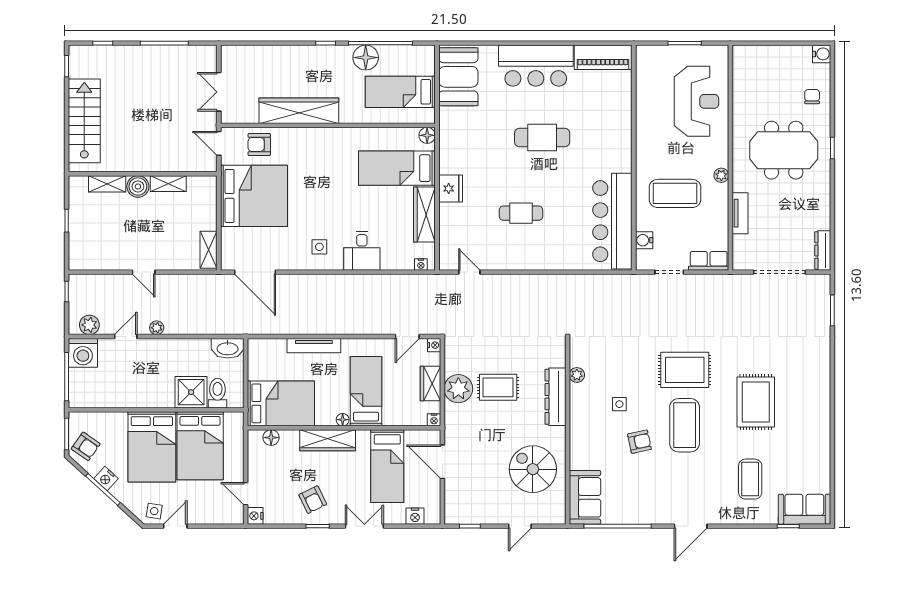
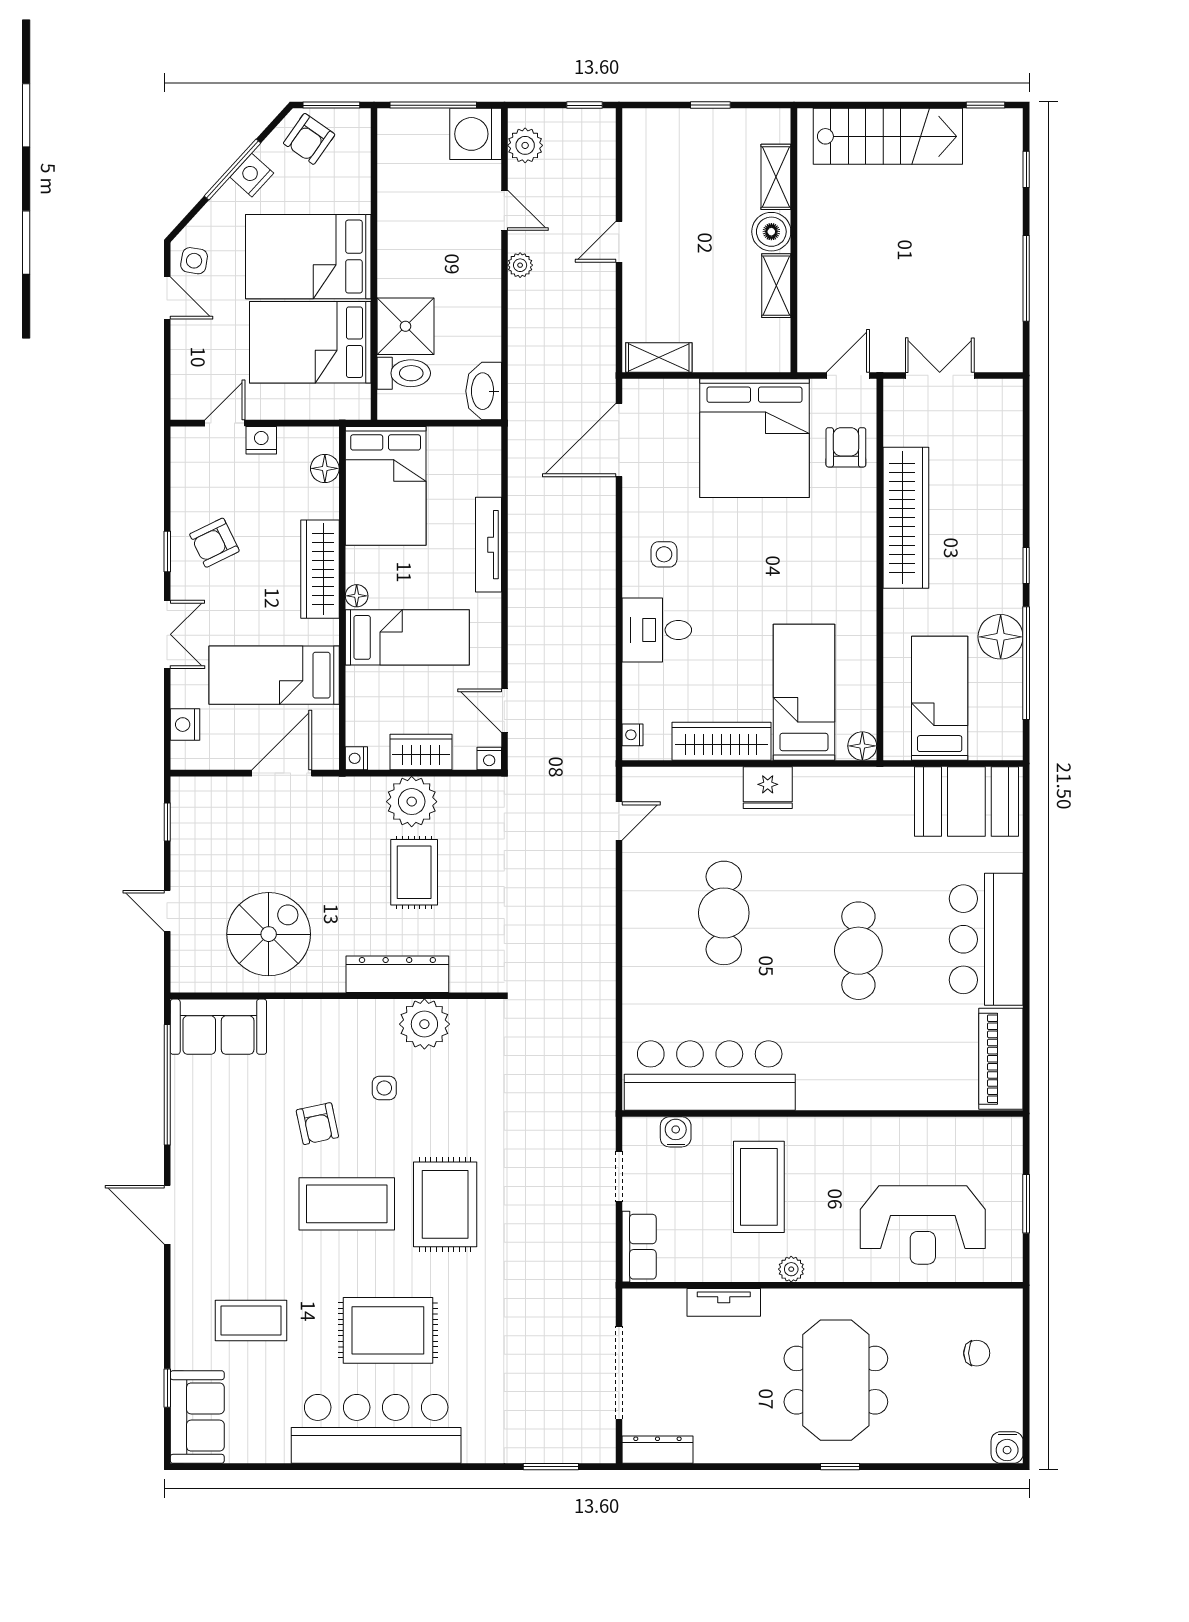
chair: (812, 97) -> (977, 1353), moved
cafe table: (521, 213) -> (724, 913), width x1.37, depth x1.35
plant: (577, 375) -> (424, 1024), width x1.88, depth x1.88
bar counter: (811, 409) -> (376, 1429), added
nightstand: (255, 516) -> (261, 440), moved

